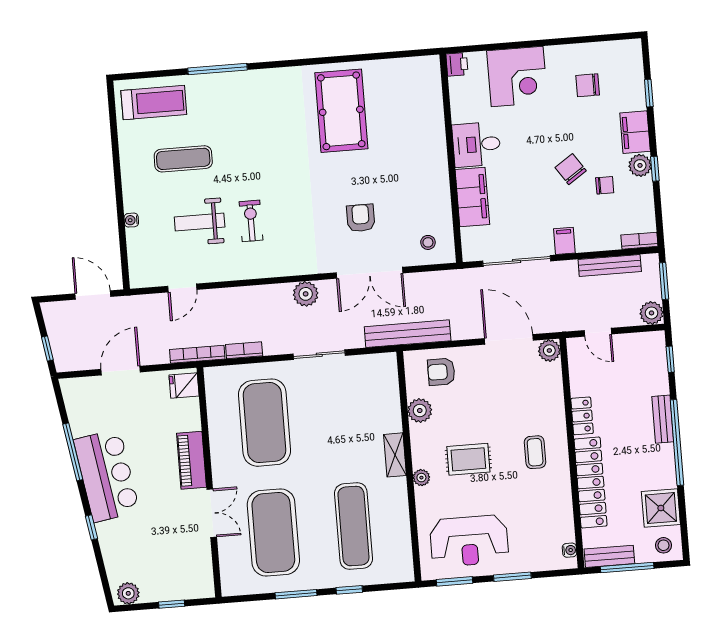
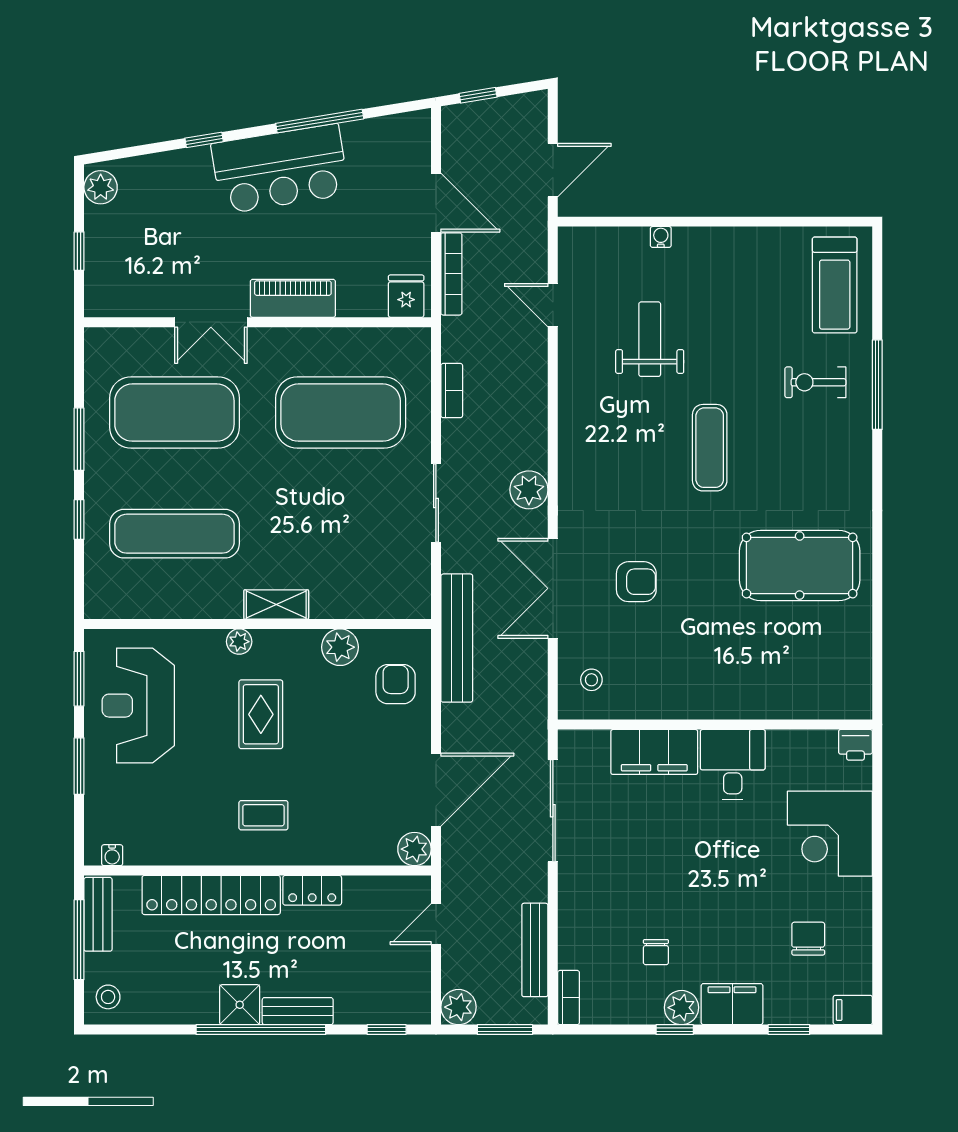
exercise mat: (183, 159) -> (710, 448), moved
chair: (571, 169) -> (684, 903), removed
exercise bike: (251, 221) -> (815, 382), moved, turned 180
filing cabinet: (564, 241) -> (853, 1010), moved, turned 180
bookcase: (197, 354) -> (451, 274), moved
shower: (661, 508) -> (240, 1005), moved, width x0.73, depth x0.73

